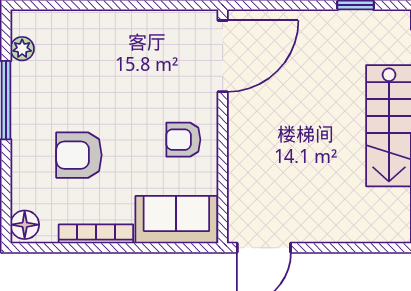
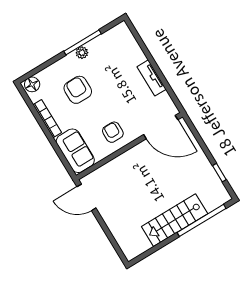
tv unit: (133, 22) -> (152, 78), added
plant: (22, 49) -> (82, 53), moved

